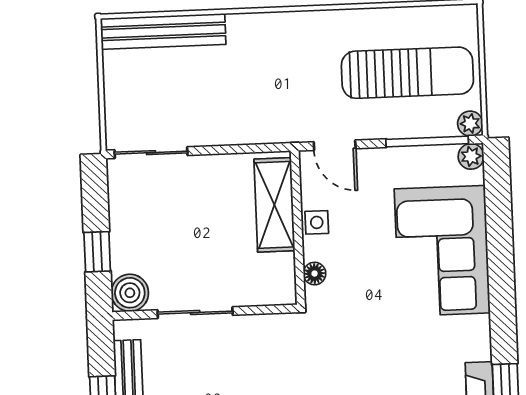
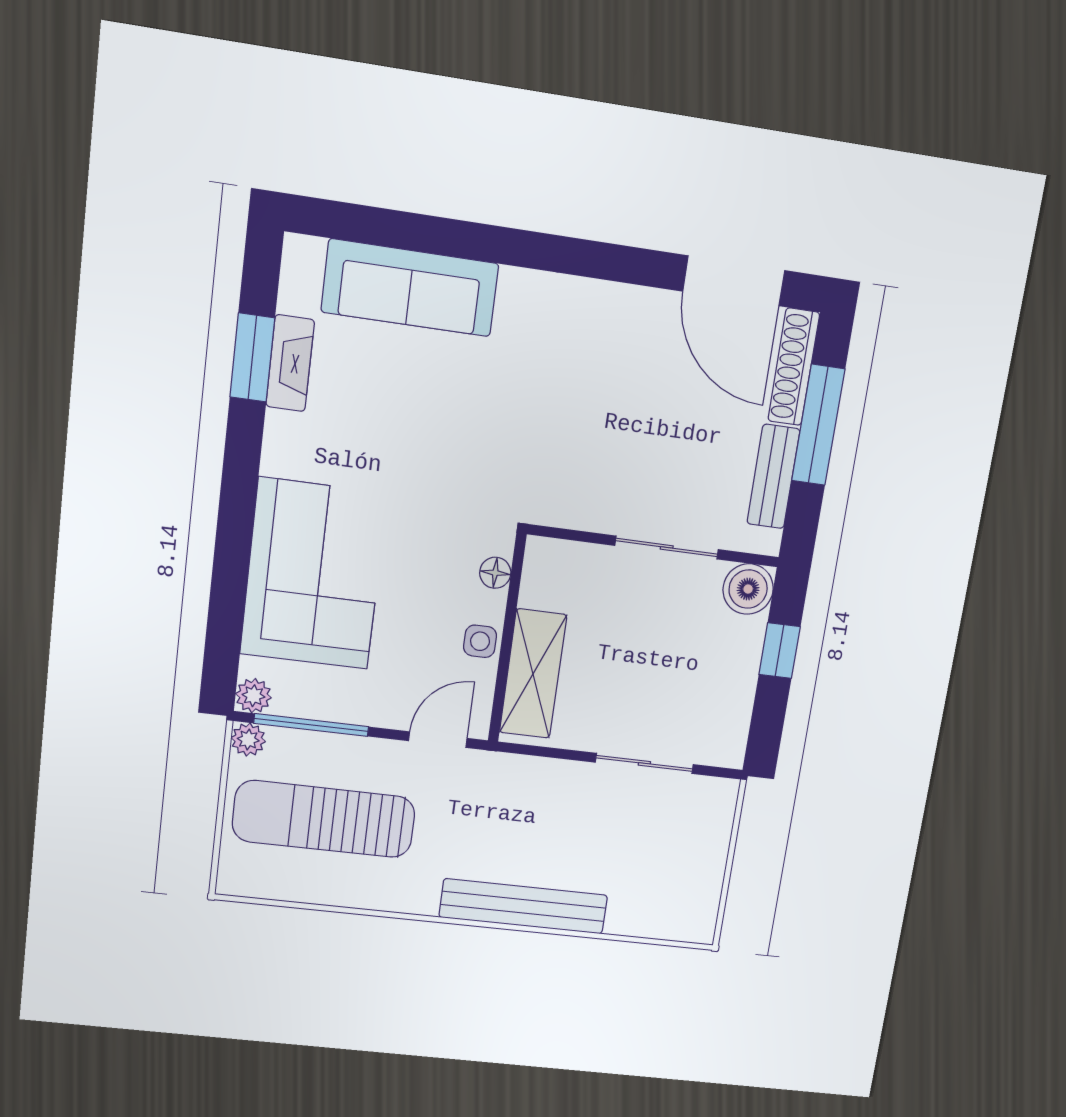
bench: (163, 31) -> (523, 906), moved
door: (335, 145) -> (438, 740), hinge flipped
sliding door: (151, 153) -> (644, 763), moved

